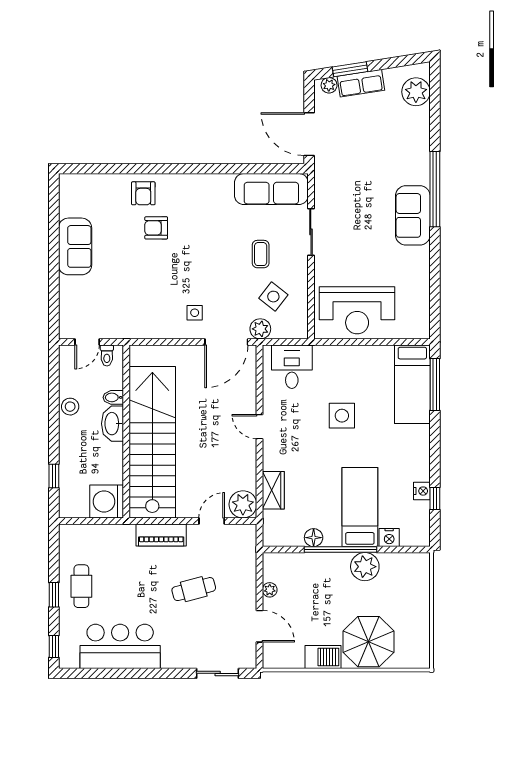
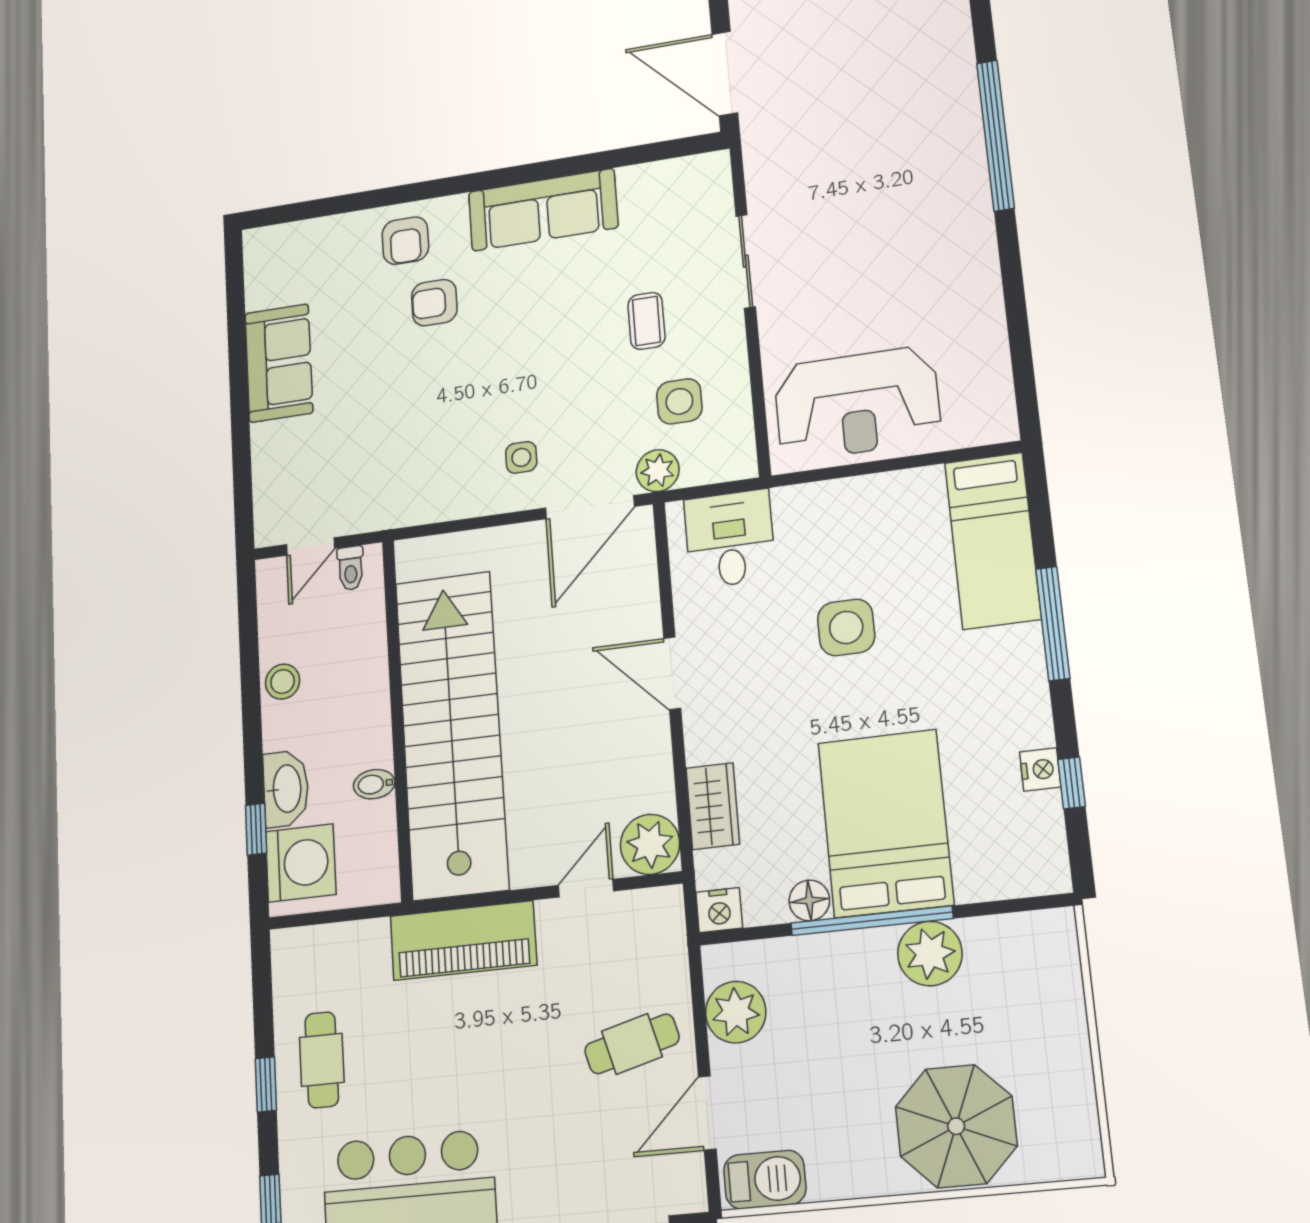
sofa: (271, 189) -> (543, 210), moved
sofa: (413, 215) -> (955, 195), removed
side table: (273, 297) -> (679, 401), turned -38
window: (435, 384) -> (1053, 624), moved
bidet: (113, 397) -> (374, 784), moved
washbasin: (112, 424) -> (286, 789), moved, turned 180
door: (260, 427) -> (672, 673), width x1.38
washing machine: (107, 501) -> (301, 863), moved, turned 180
bed: (360, 507) -> (885, 823), width x1.50
piano: (161, 535) -> (463, 941), width x1.37, depth x1.33
nightstand: (389, 538) -> (719, 910), moved
cafe table: (194, 589) -> (632, 1044), moved
plant: (270, 590) -> (736, 1012), width x1.88, depth x1.88
door: (260, 626) -> (707, 1113), swing flipped
barbecue: (323, 657) -> (765, 1180), moved

